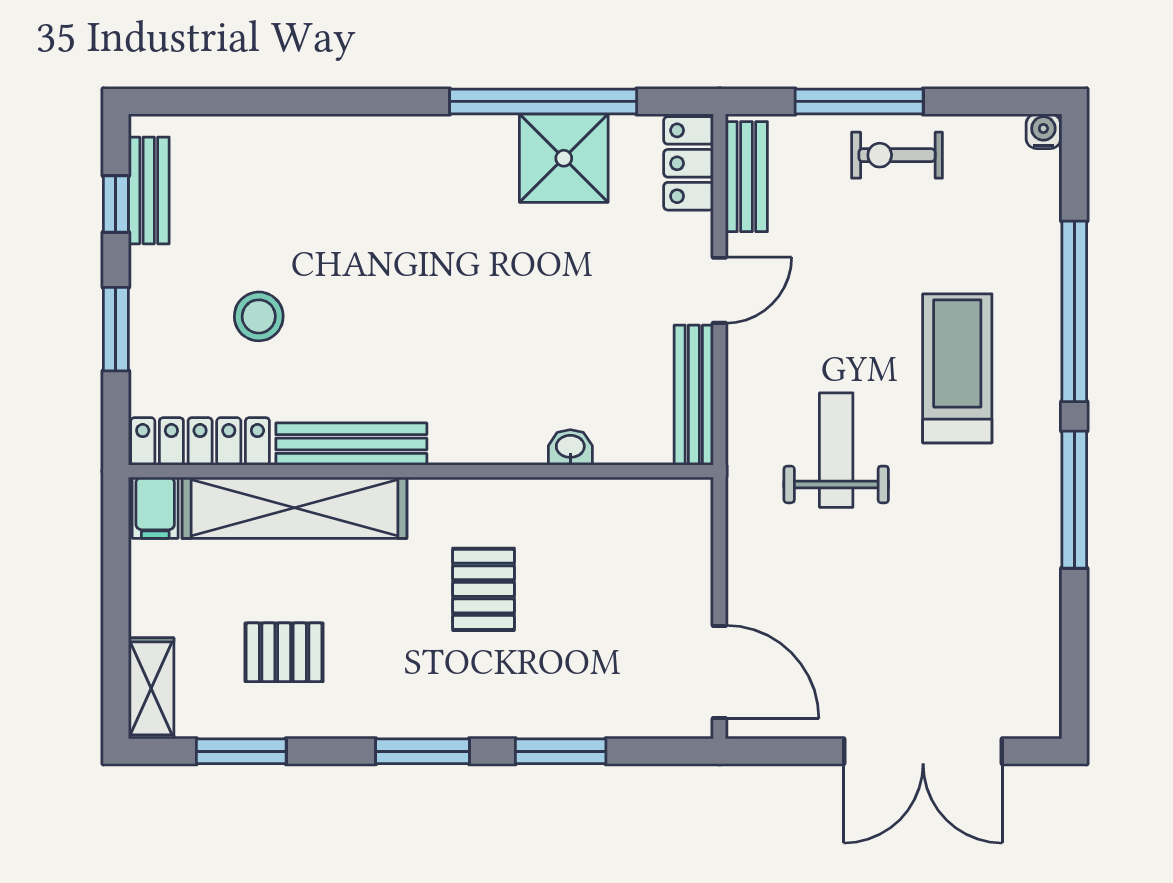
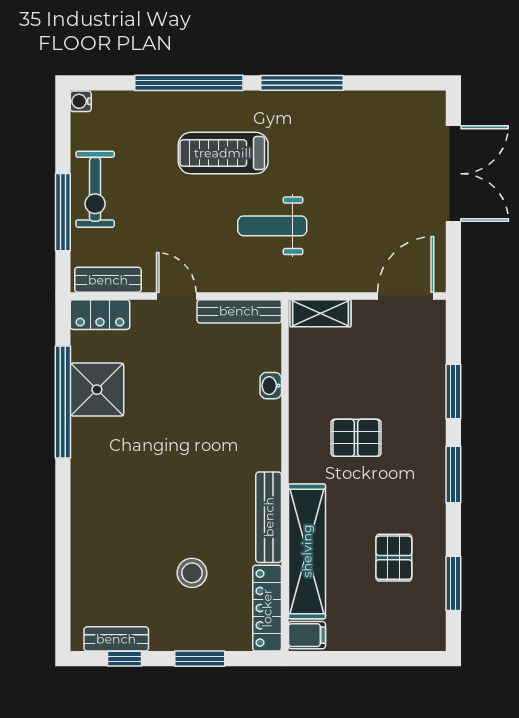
exercise bike: (897, 155) -> (95, 189), width x1.38, depth x1.39
shelving: (151, 688) -> (320, 313), moved

